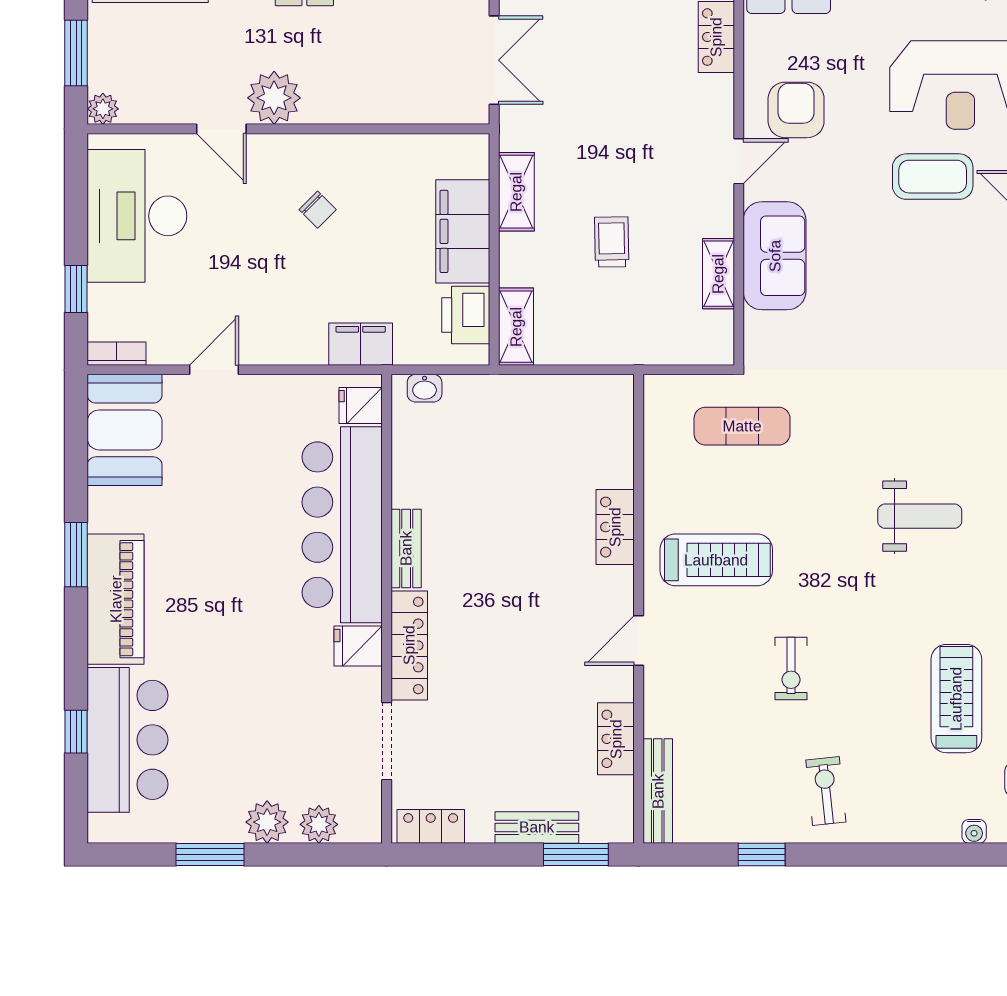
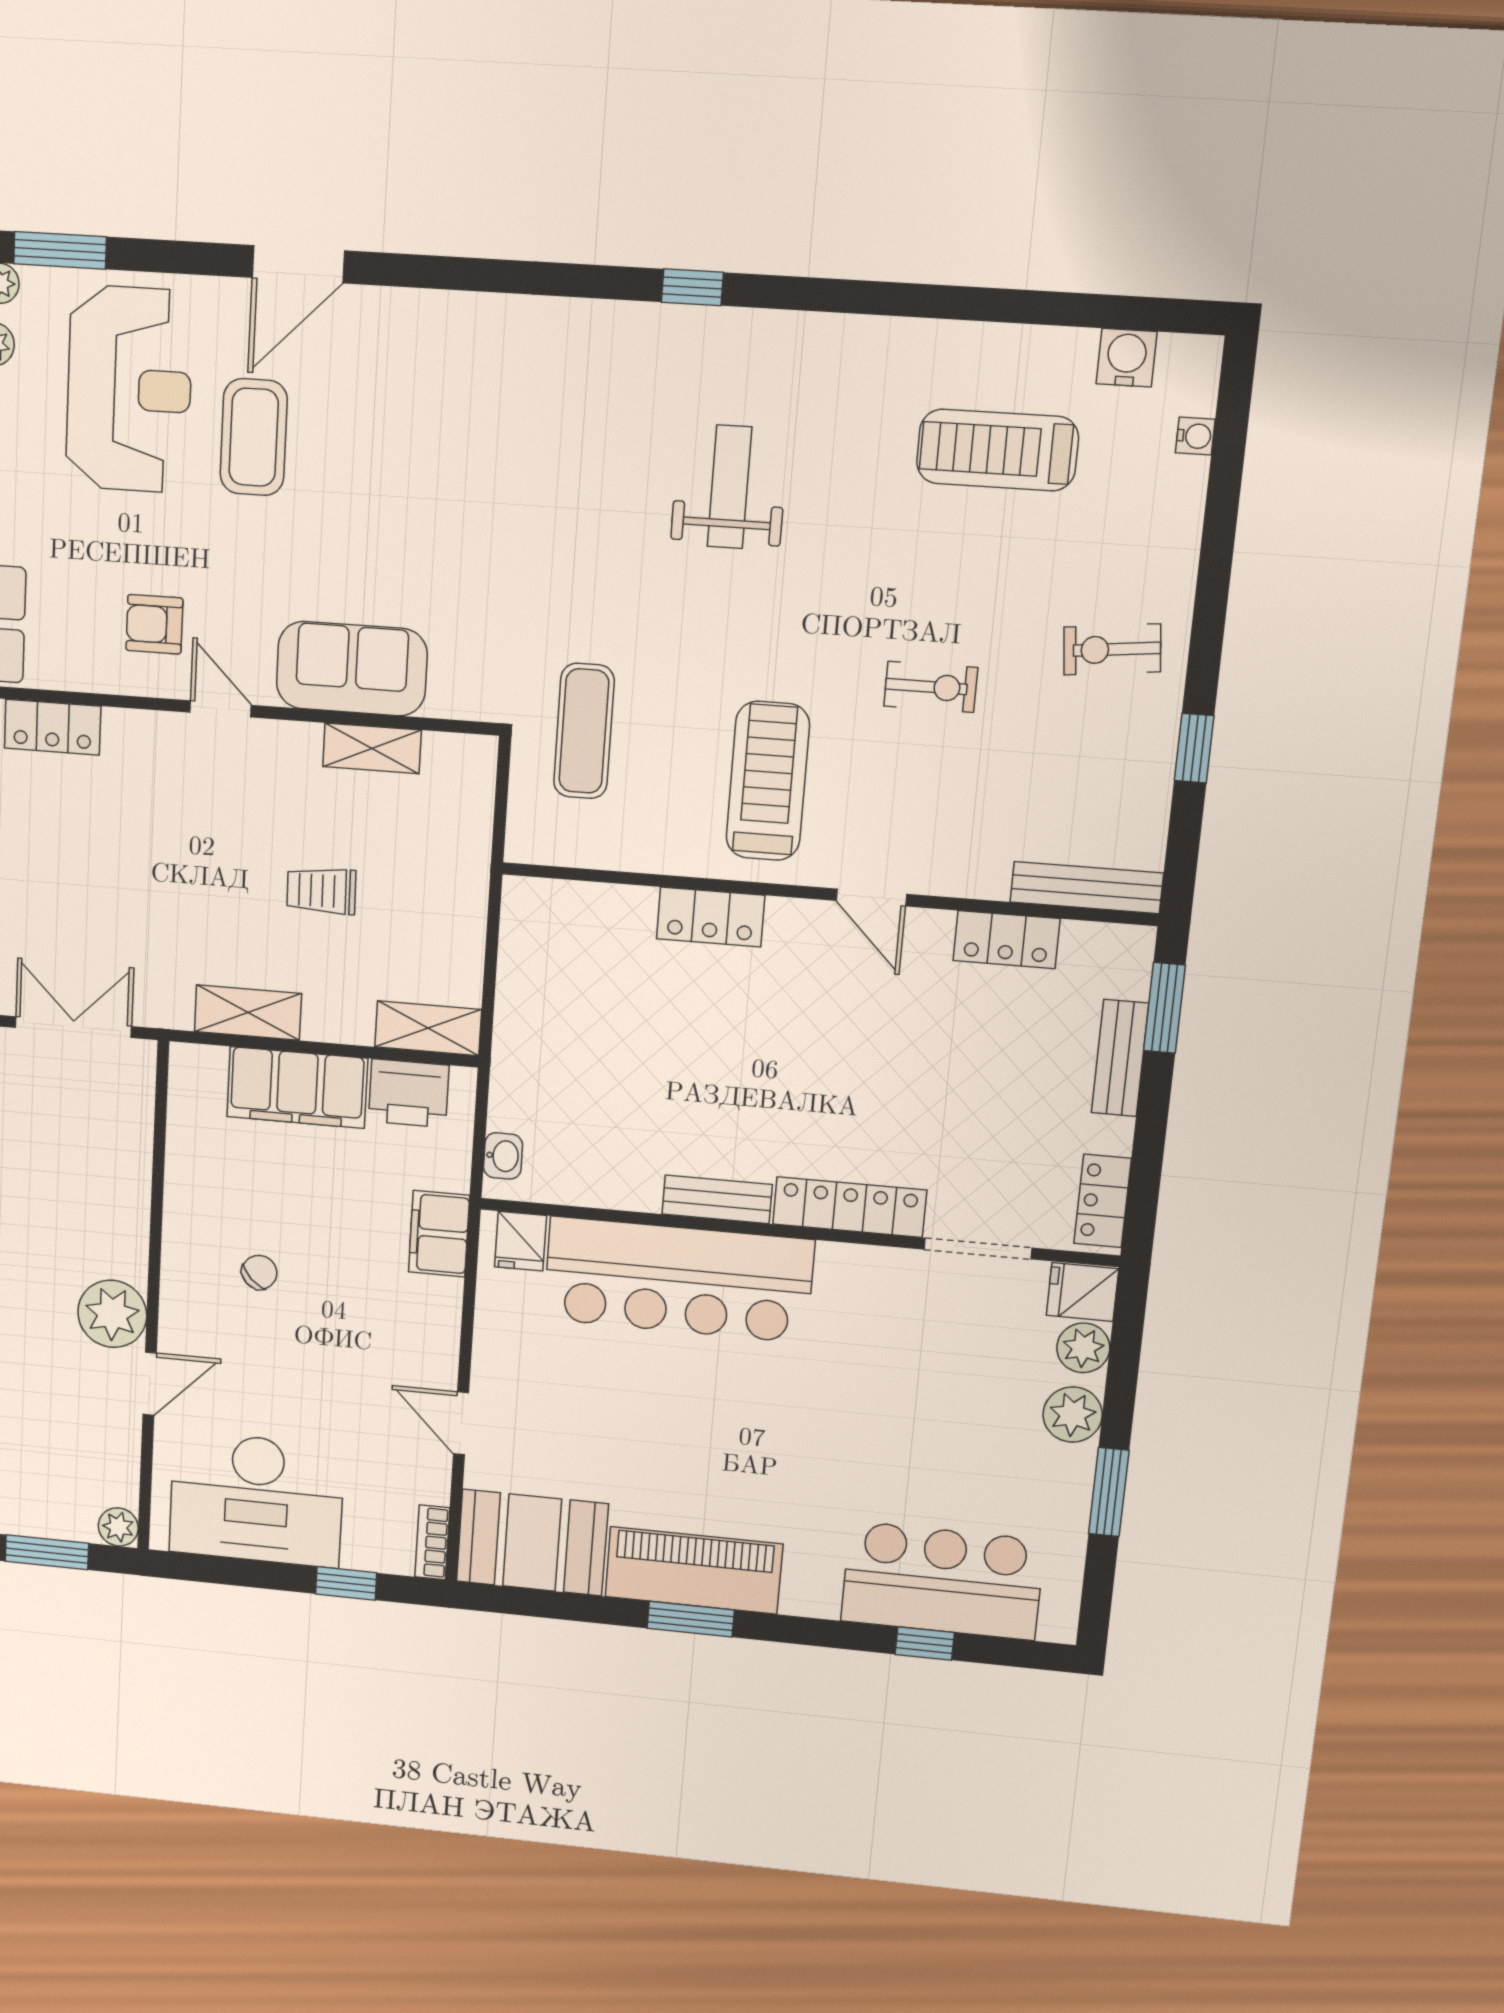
armchair: (796, 110) -> (154, 624), width x0.72, depth x0.72
piano: (116, 599) -> (694, 1570), moved
fridge: (358, 646) -> (1082, 1292), moved, turned 90

